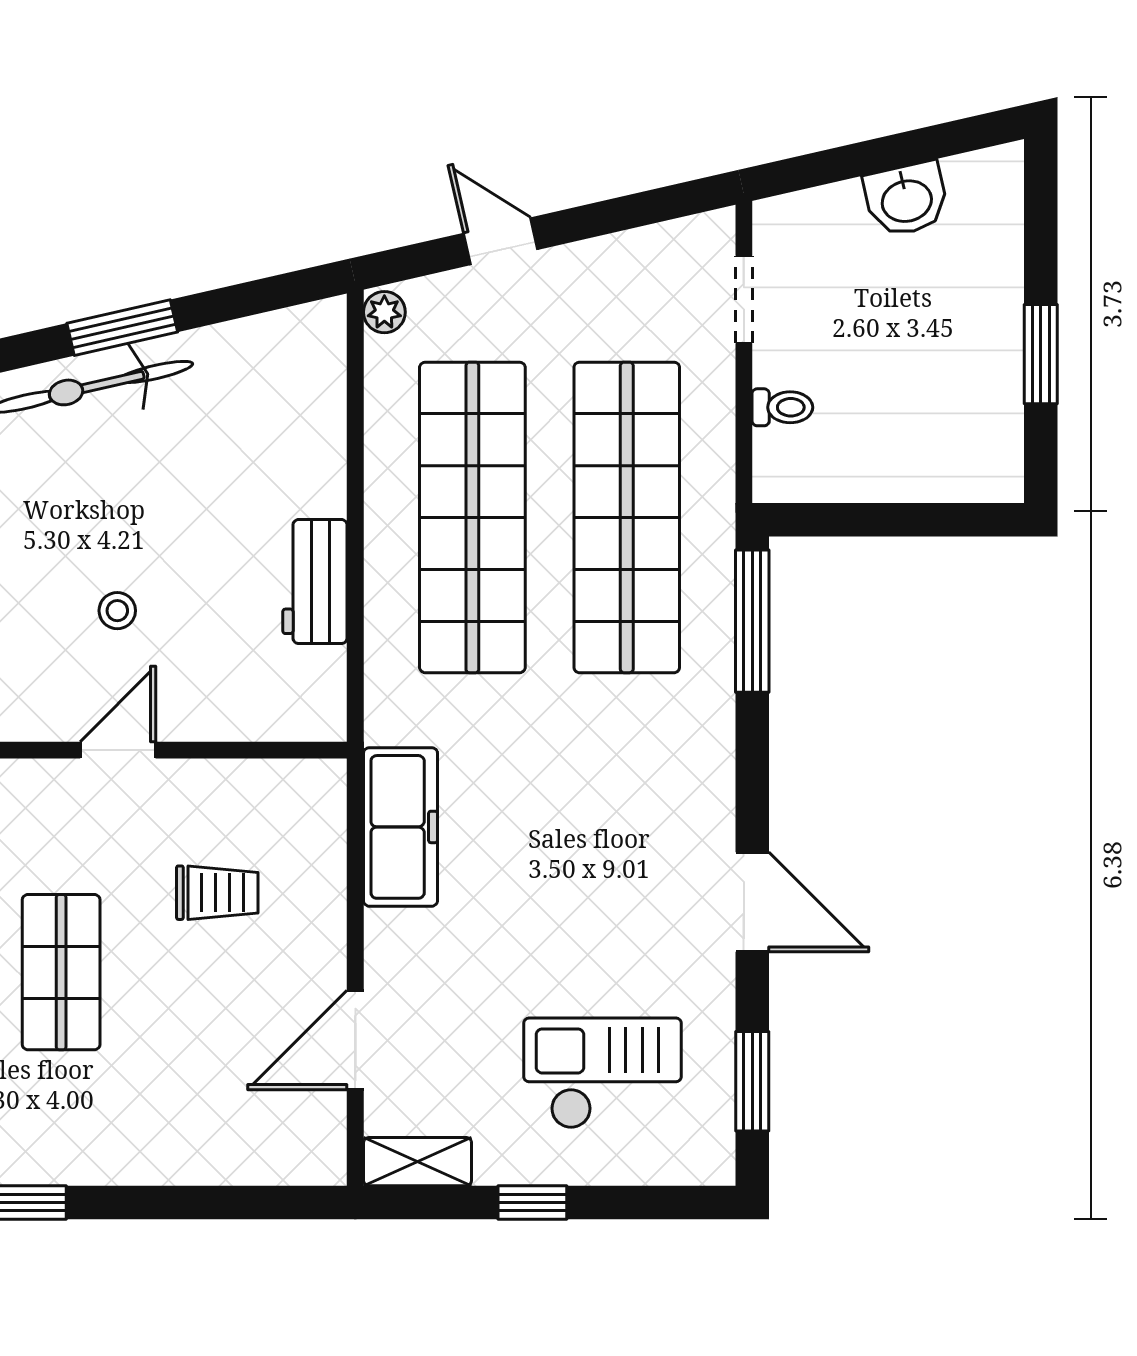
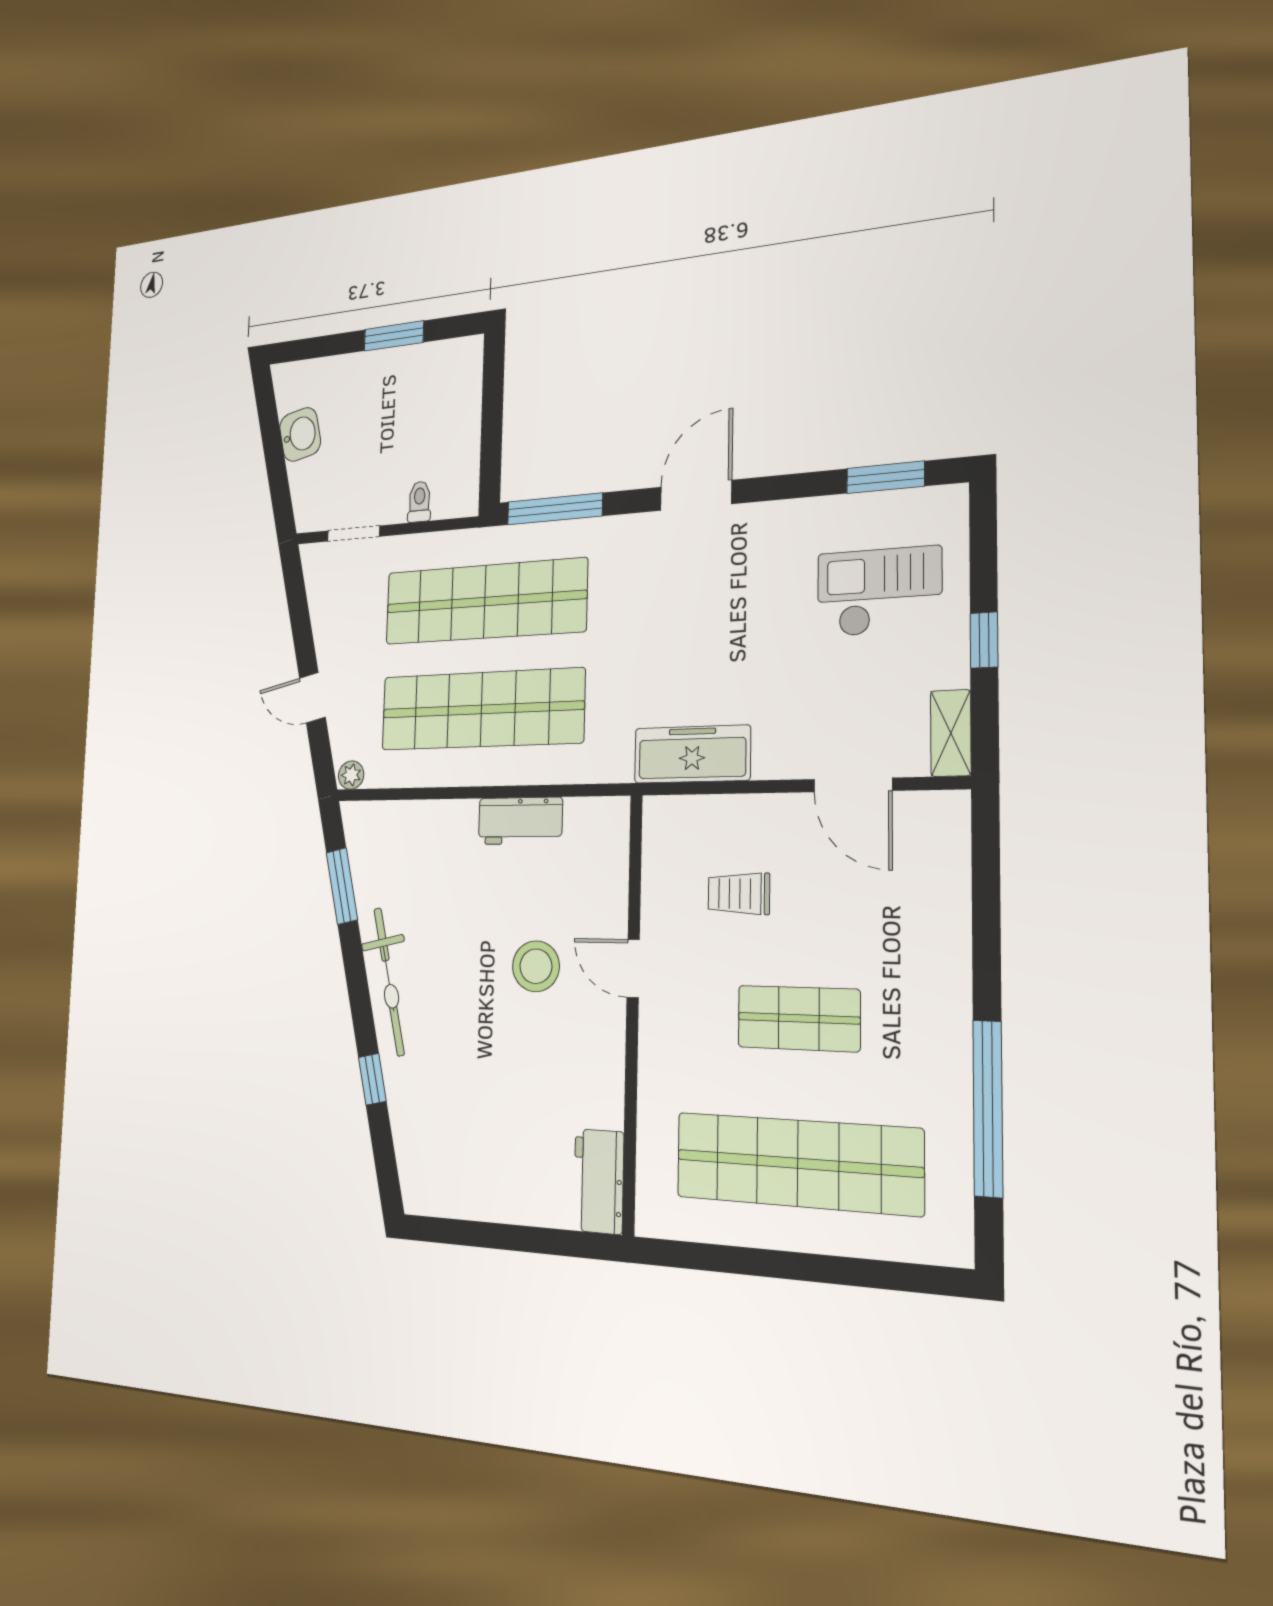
door: (501, 241) -> (312, 698), hinge flipped
window: (122, 328) -> (342, 886), moved
stool: (117, 611) -> (536, 966), width x1.89, depth x1.89
trolley: (217, 893) -> (739, 894), turned -90
door: (752, 902) -> (696, 495), moved
checkout: (602, 1073) -> (879, 592), turned 90

